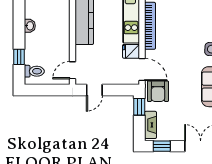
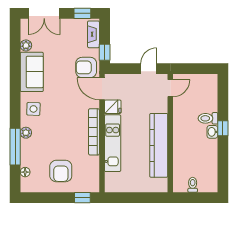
window: (19, 57) -> (223, 128), moved
toilet: (34, 71) -> (208, 118), moved
armchair: (158, 91) -> (86, 67), turned -90

